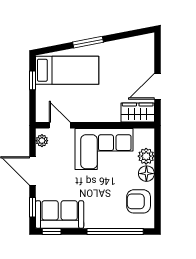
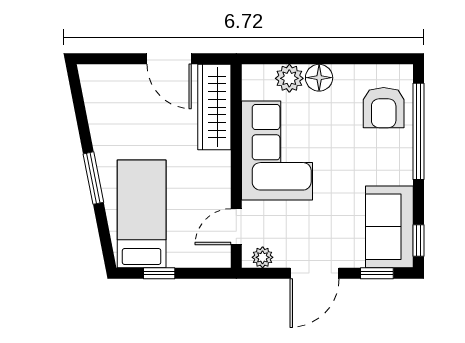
wardrobe: (138, 113) -> (214, 107), width x1.50
armchair: (139, 201) -> (384, 108), moved

